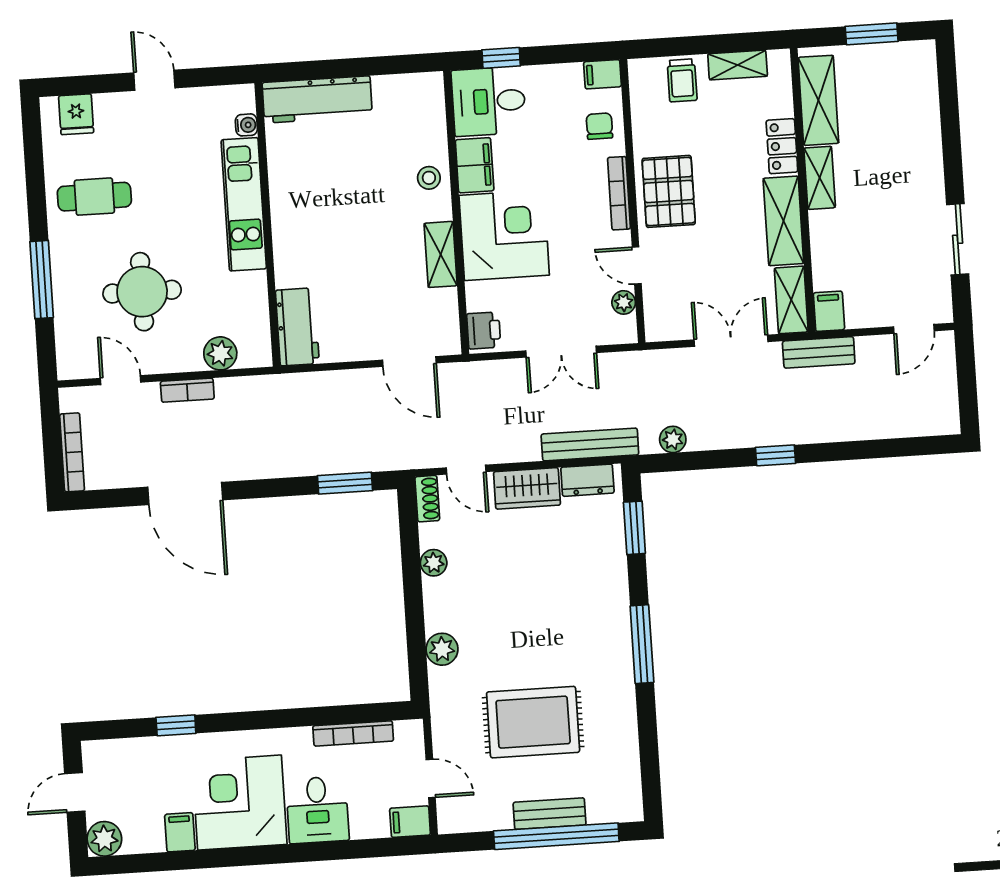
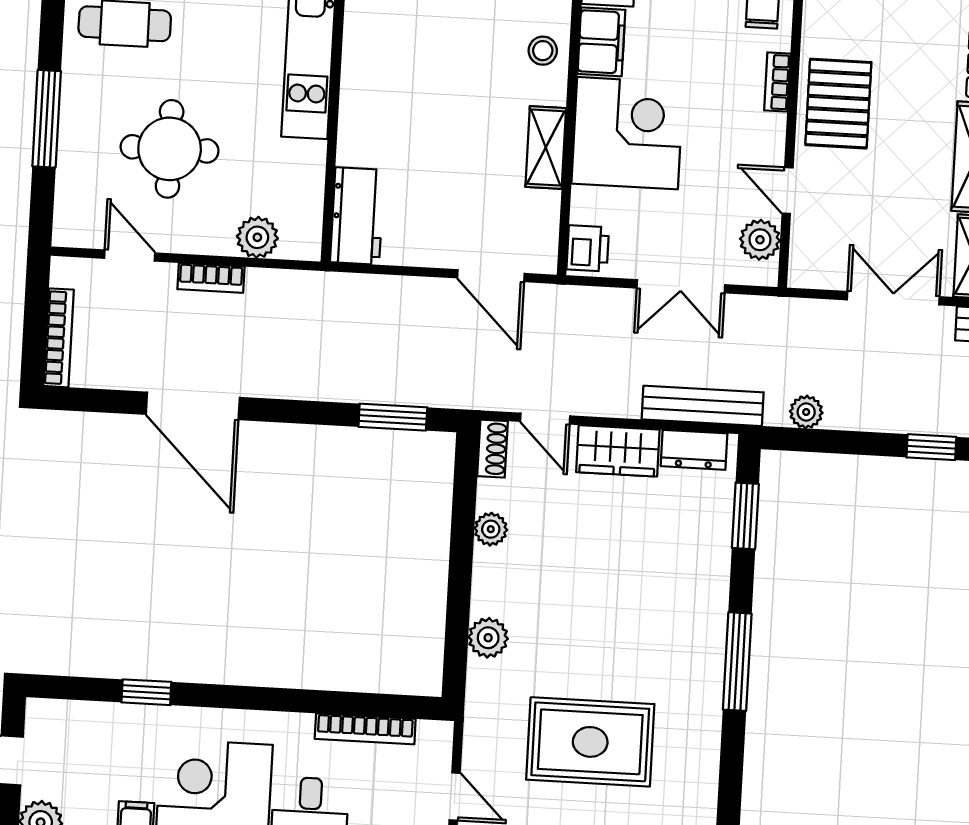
bookcase: (619, 193) -> (777, 82), width x0.64
plant: (624, 302) -> (760, 240), width x1.38, depth x1.38

